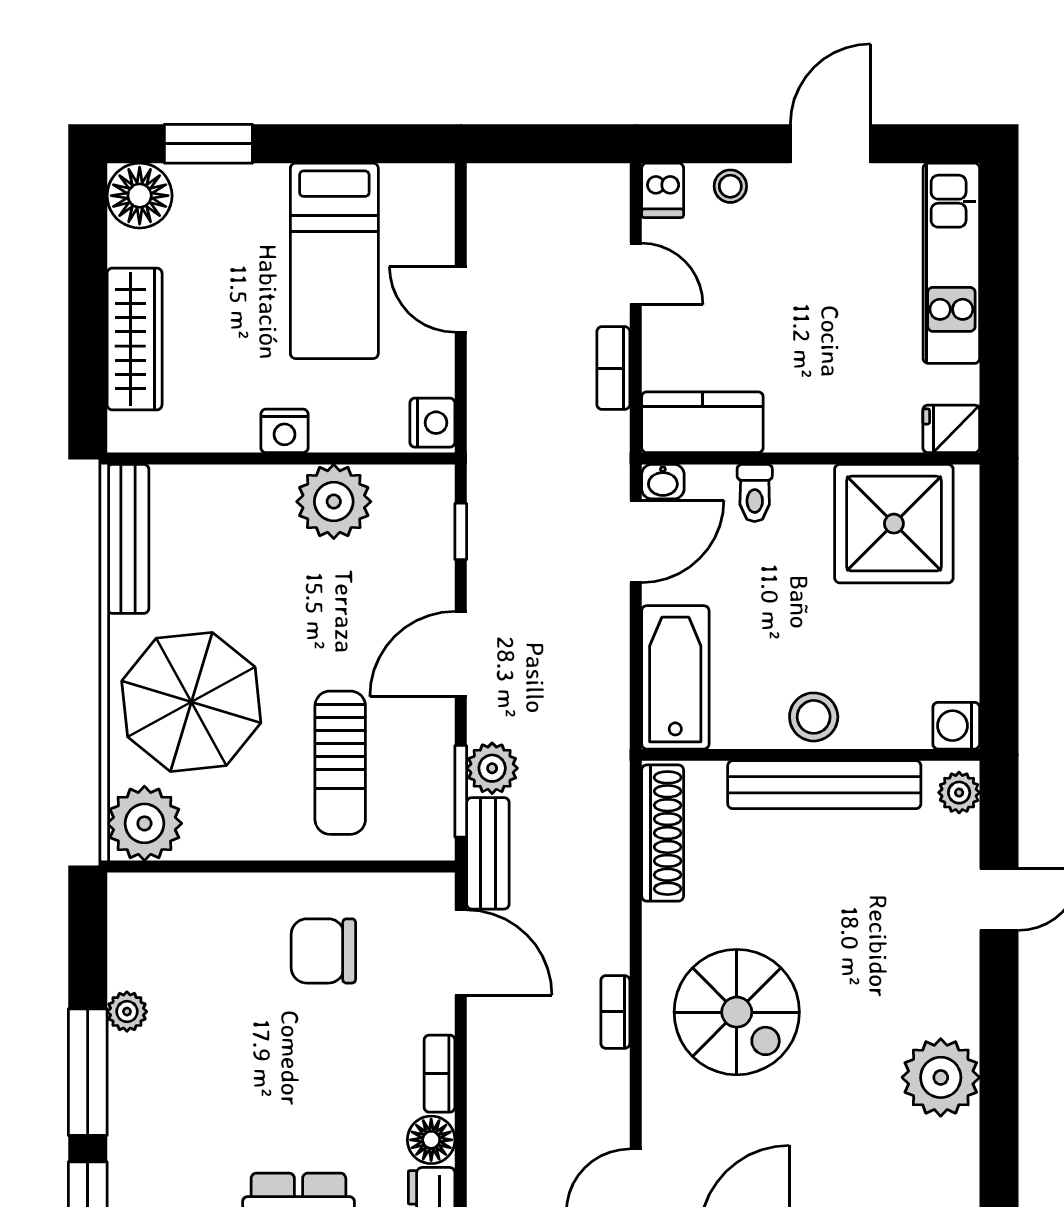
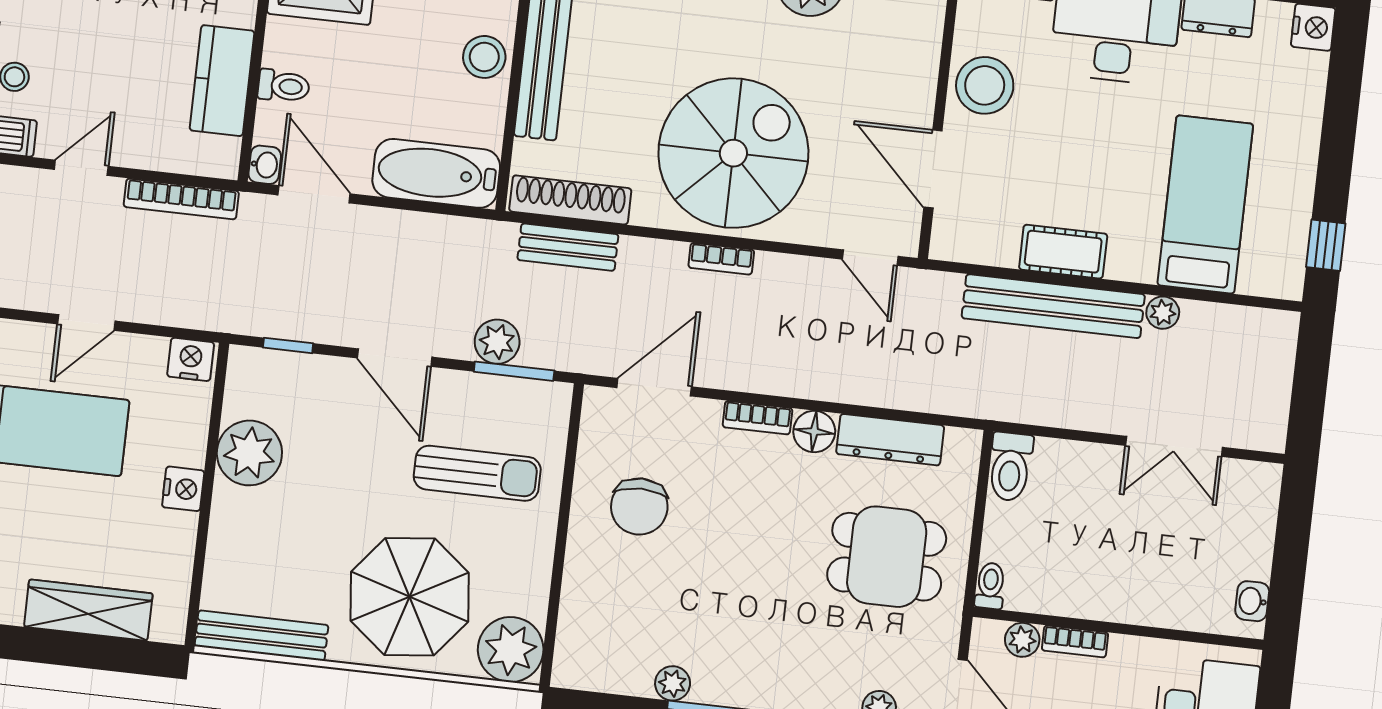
bookcase: (613, 368) -> (181, 199), width x1.56
kitchen counter: (702, 422) -> (222, 81), moved
bench: (488, 853) -> (568, 247), moved
spiral stairs: (737, 1012) -> (733, 153), width x1.37, depth x1.37

